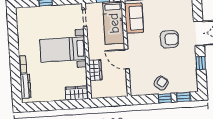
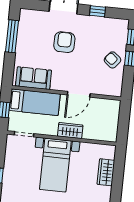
wardrobe: (95, 70) -> (70, 131), moved
wardrobe: (77, 93) -> (106, 172), moved

